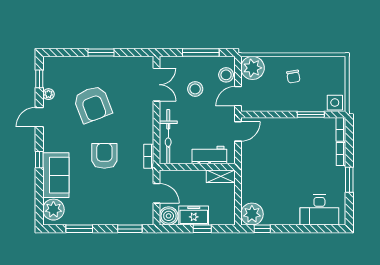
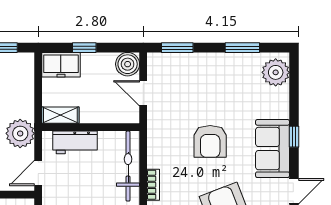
bookcase: (149, 156) -> (153, 185), moved
sofa: (56, 175) -> (273, 149), moved
plant: (252, 214) -> (20, 133), moved
freezer: (194, 216) -> (61, 65), moved

